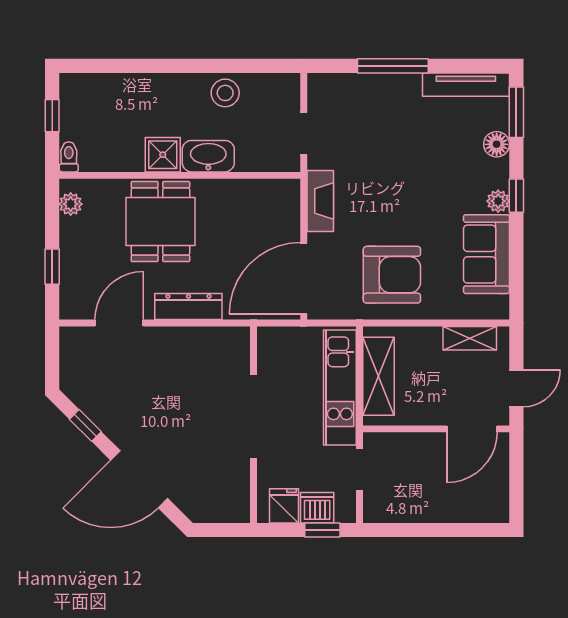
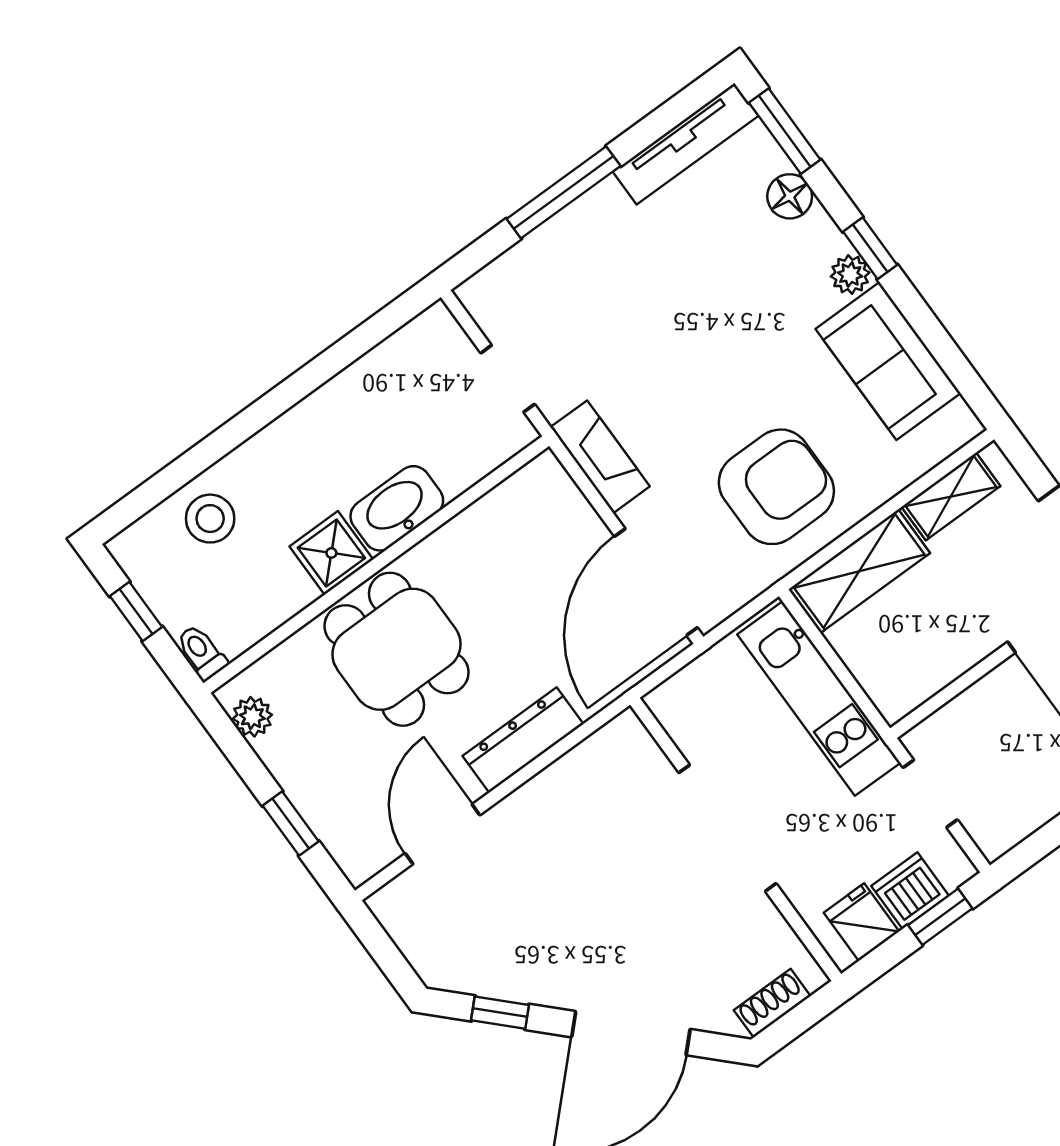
stool: (225, 93) -> (210, 519), moved
shelving: (378, 376) -> (859, 571), moved, turned 90
shoe rack: (215, 513) -> (772, 1003), added

